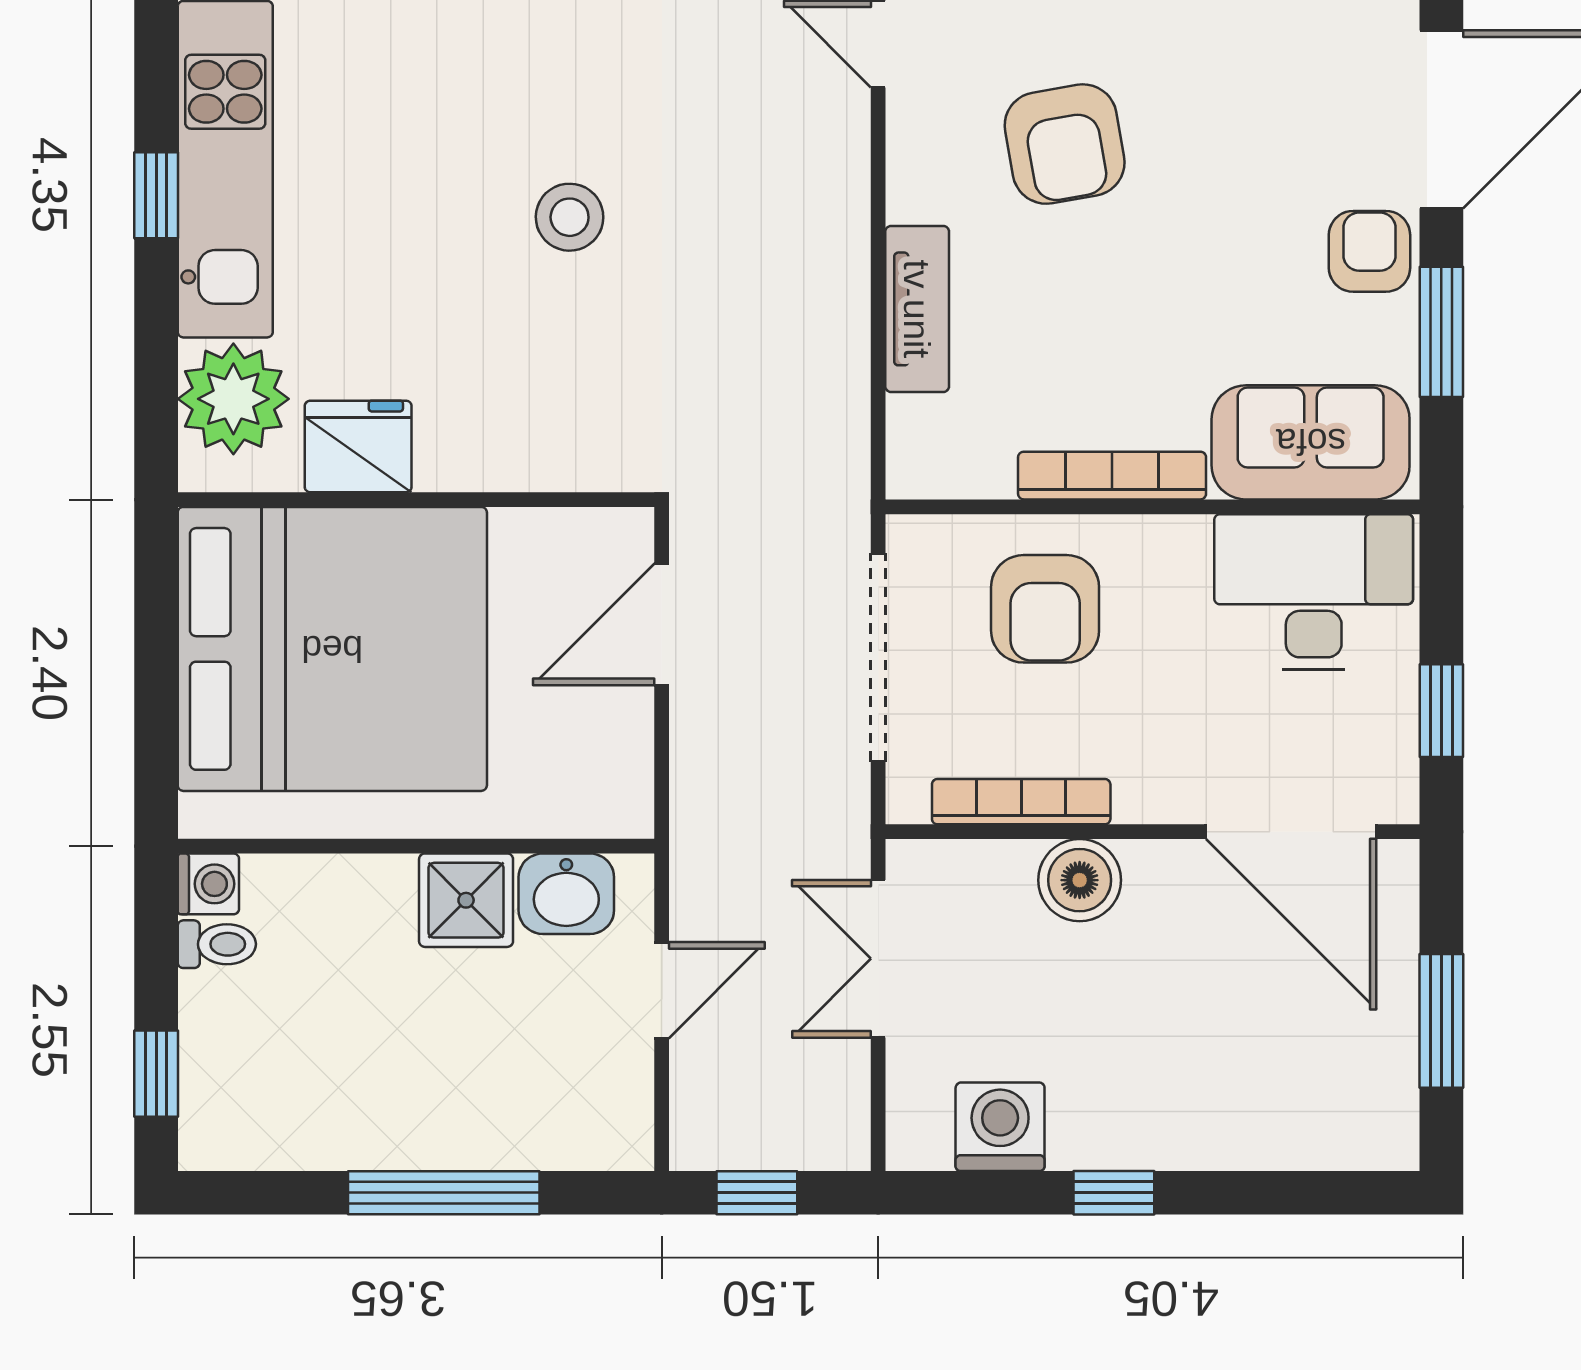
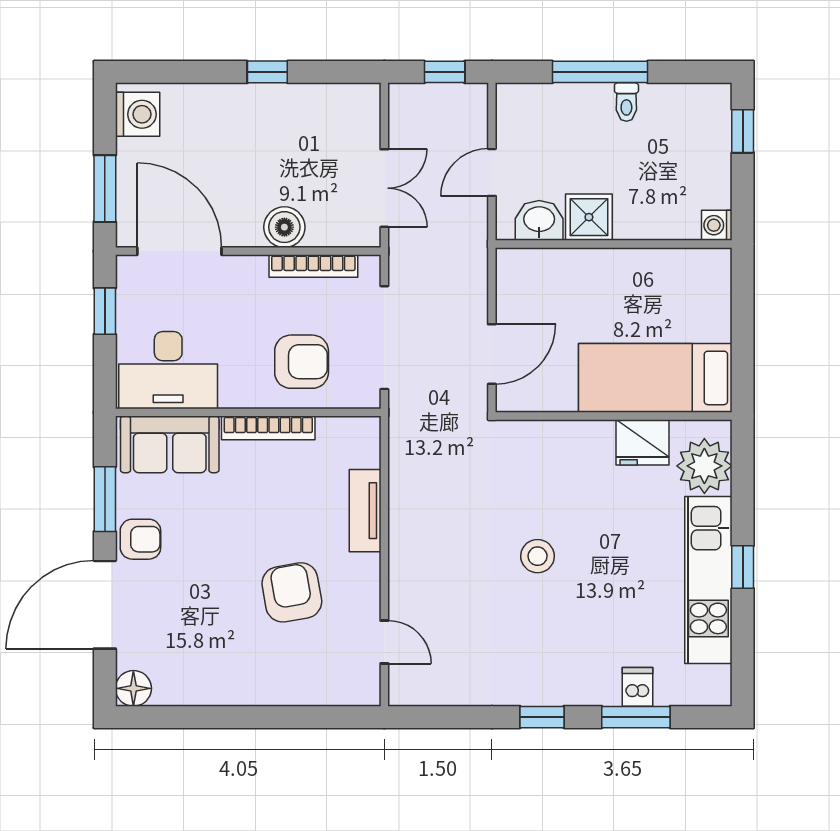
armchair: (1369, 251) -> (140, 539), turned -90
armchair: (1045, 609) -> (302, 362), turned 90
bed: (332, 649) -> (655, 378), width x0.49
toilet: (217, 944) -> (626, 102), moved, turned -90
window: (1441, 1021) -> (105, 189), moved
washing machine: (1000, 1127) -> (138, 114), moved, turned -90

